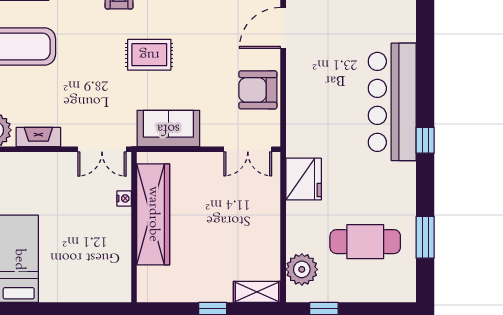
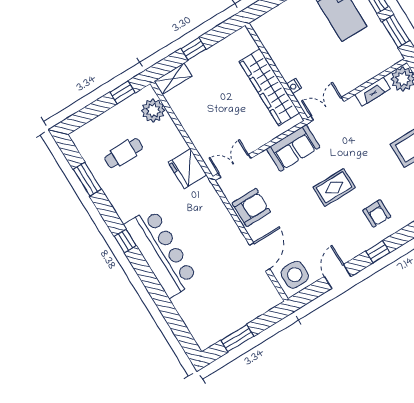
cafe table: (365, 242) -> (124, 153), width x0.73, depth x0.74

